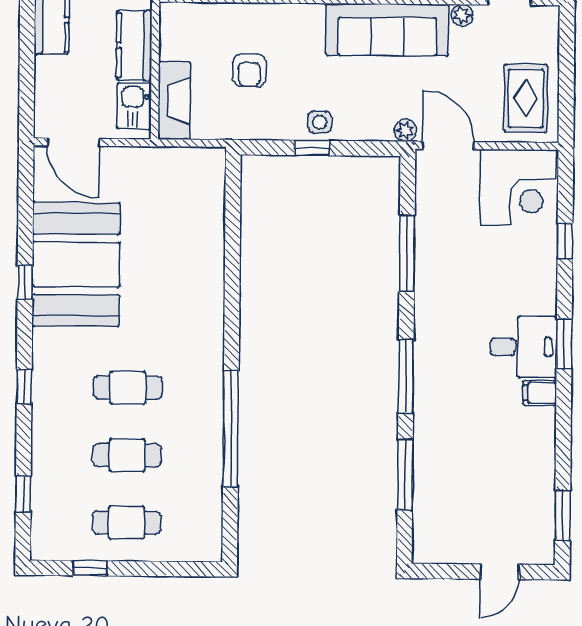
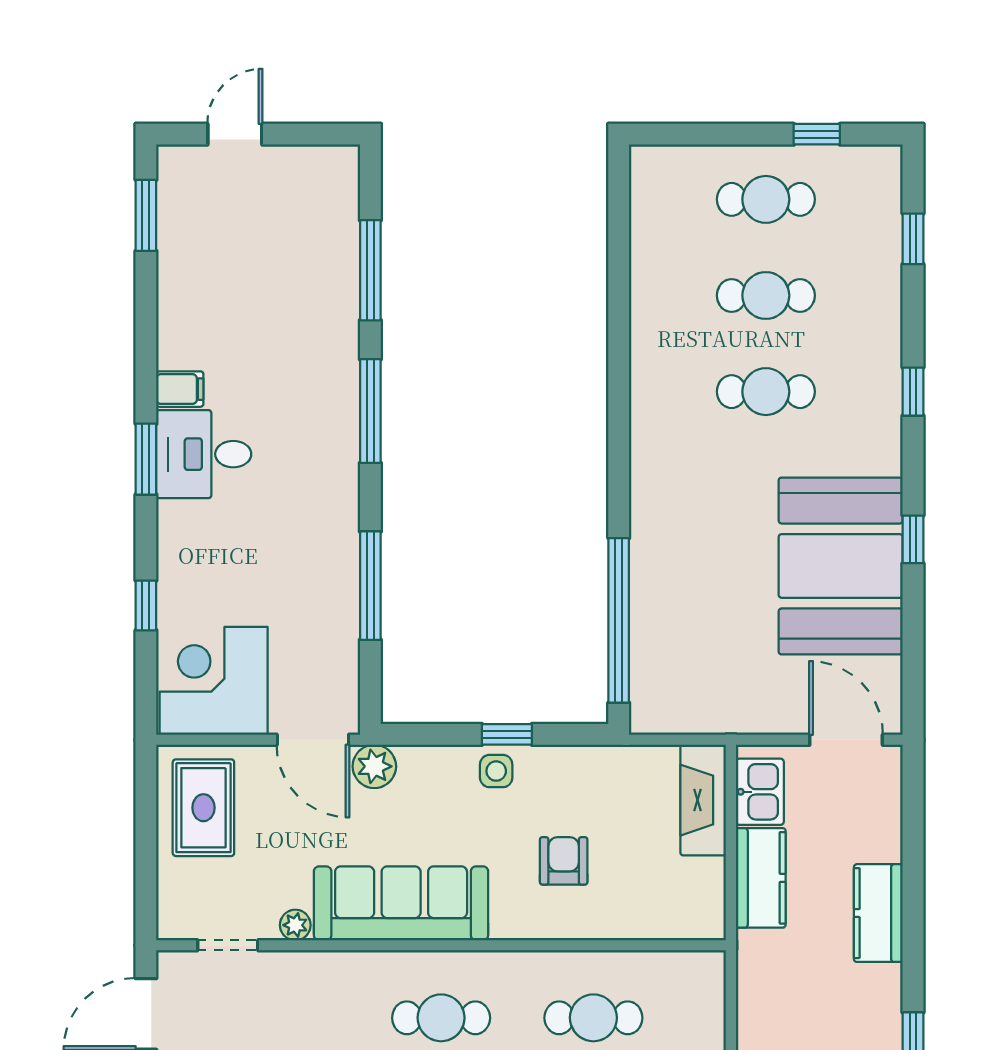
armchair: (249, 70) -> (564, 861), moved
plant: (405, 130) -> (374, 766), width x1.38, depth x1.38
window: (231, 429) -> (619, 620), moved

